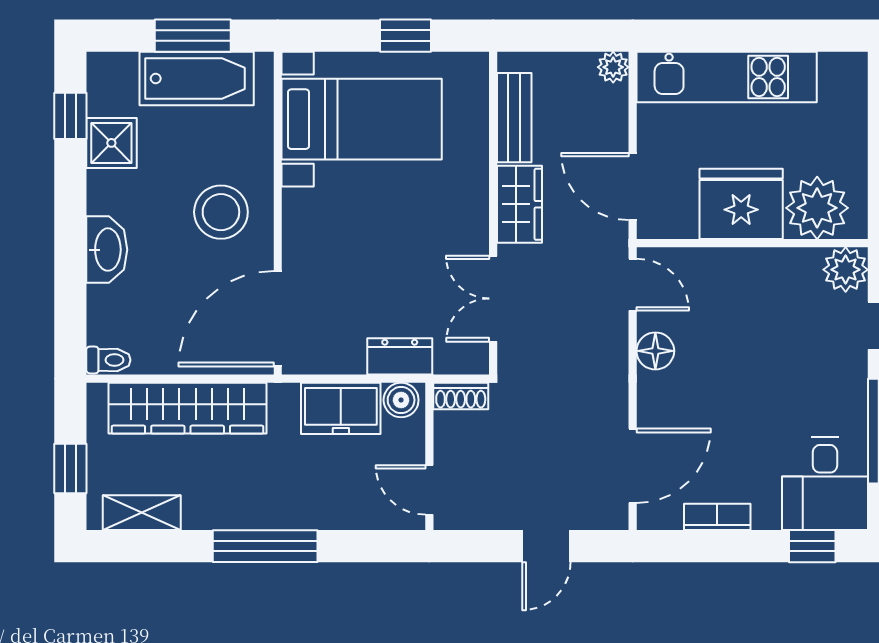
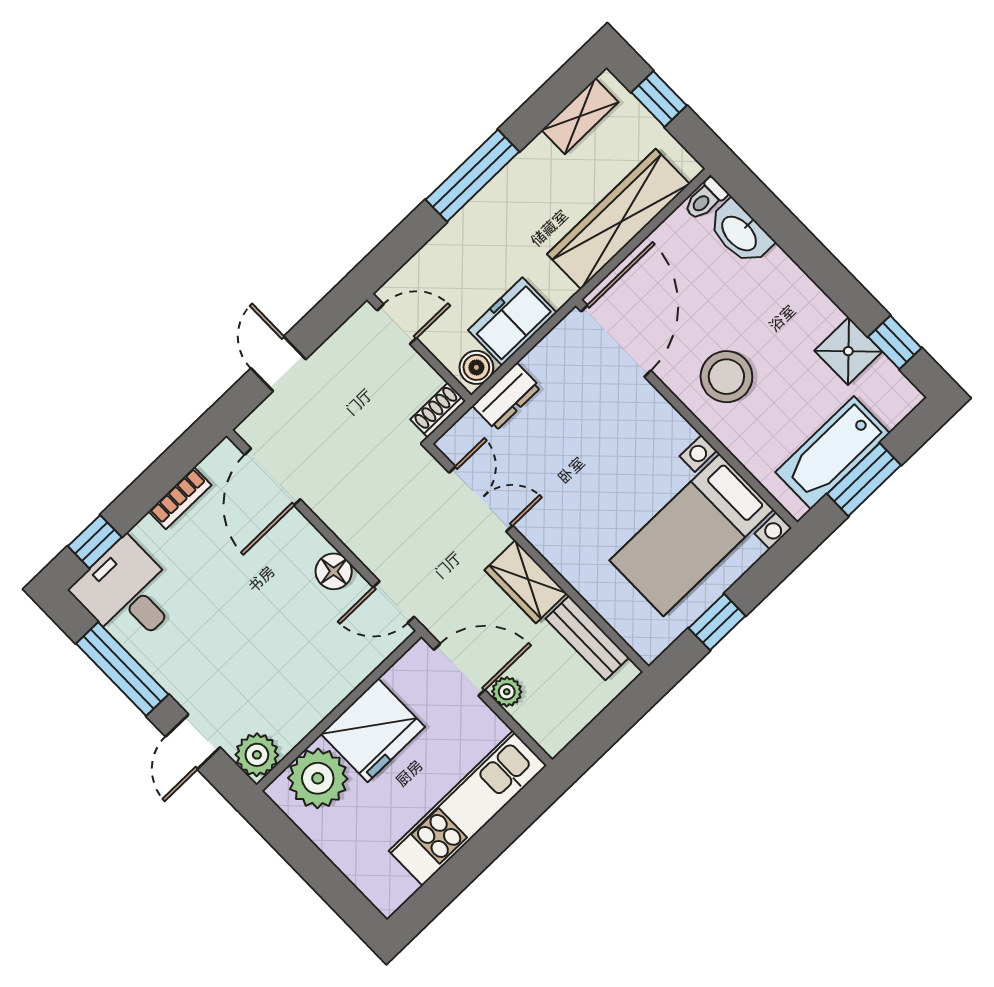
plant: (613, 67) -> (507, 692), moved
washbasin: (107, 250) -> (740, 233), moved

